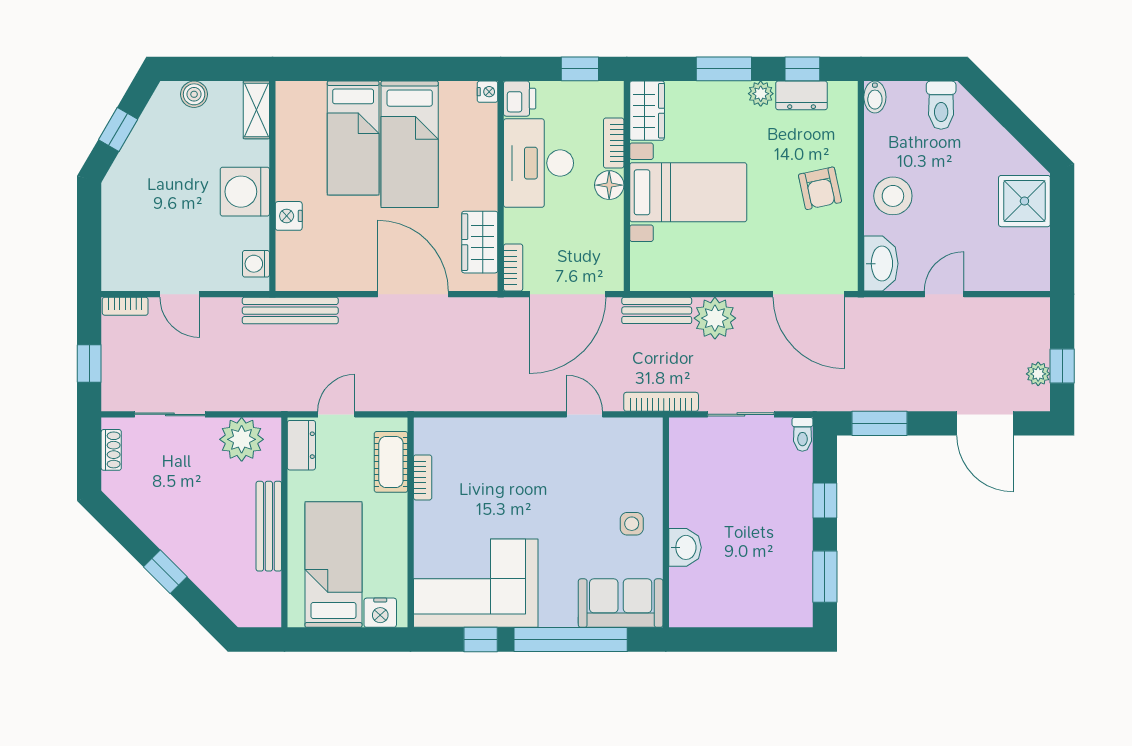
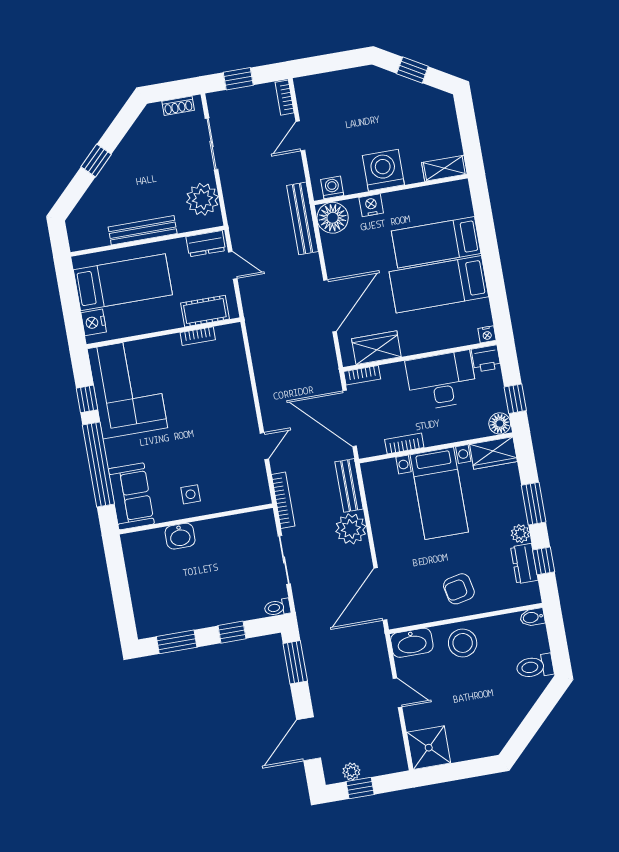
boiler: (194, 94) -> (448, 121), removed
bookcase: (614, 143) -> (404, 443), moved
floor lamp: (609, 185) -> (500, 423), moved
shower: (1024, 201) -> (429, 748), moved
floor lamp: (296, 270) -> (333, 218), added

